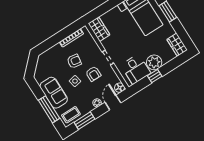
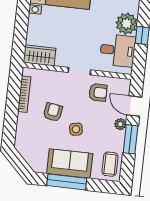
armchair: (93, 74) -> (98, 92), moved
floor lamp: (119, 88) -> (124, 85), removed
window: (49, 109) -> (67, 182), moved
window: (84, 121) -> (131, 139), moved

